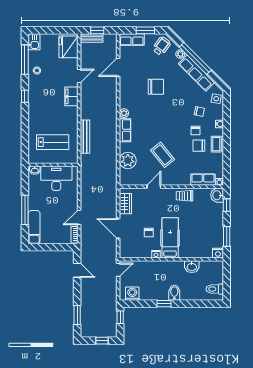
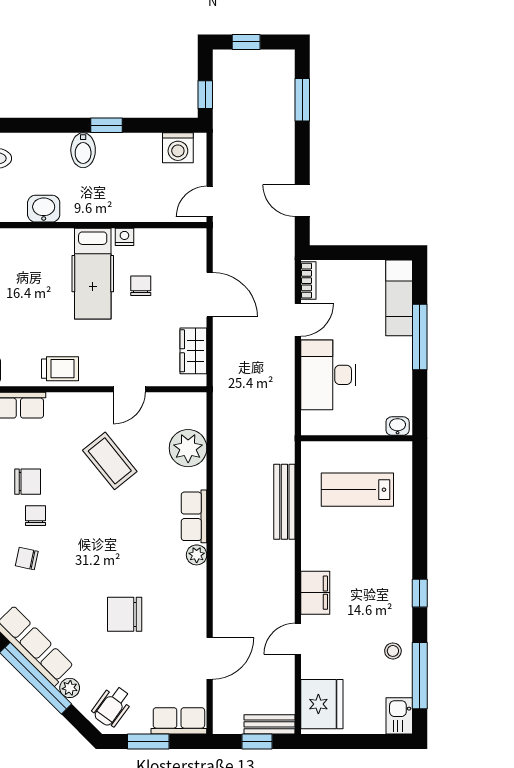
desk: (56, 178) -> (328, 375), moved, turned 90

